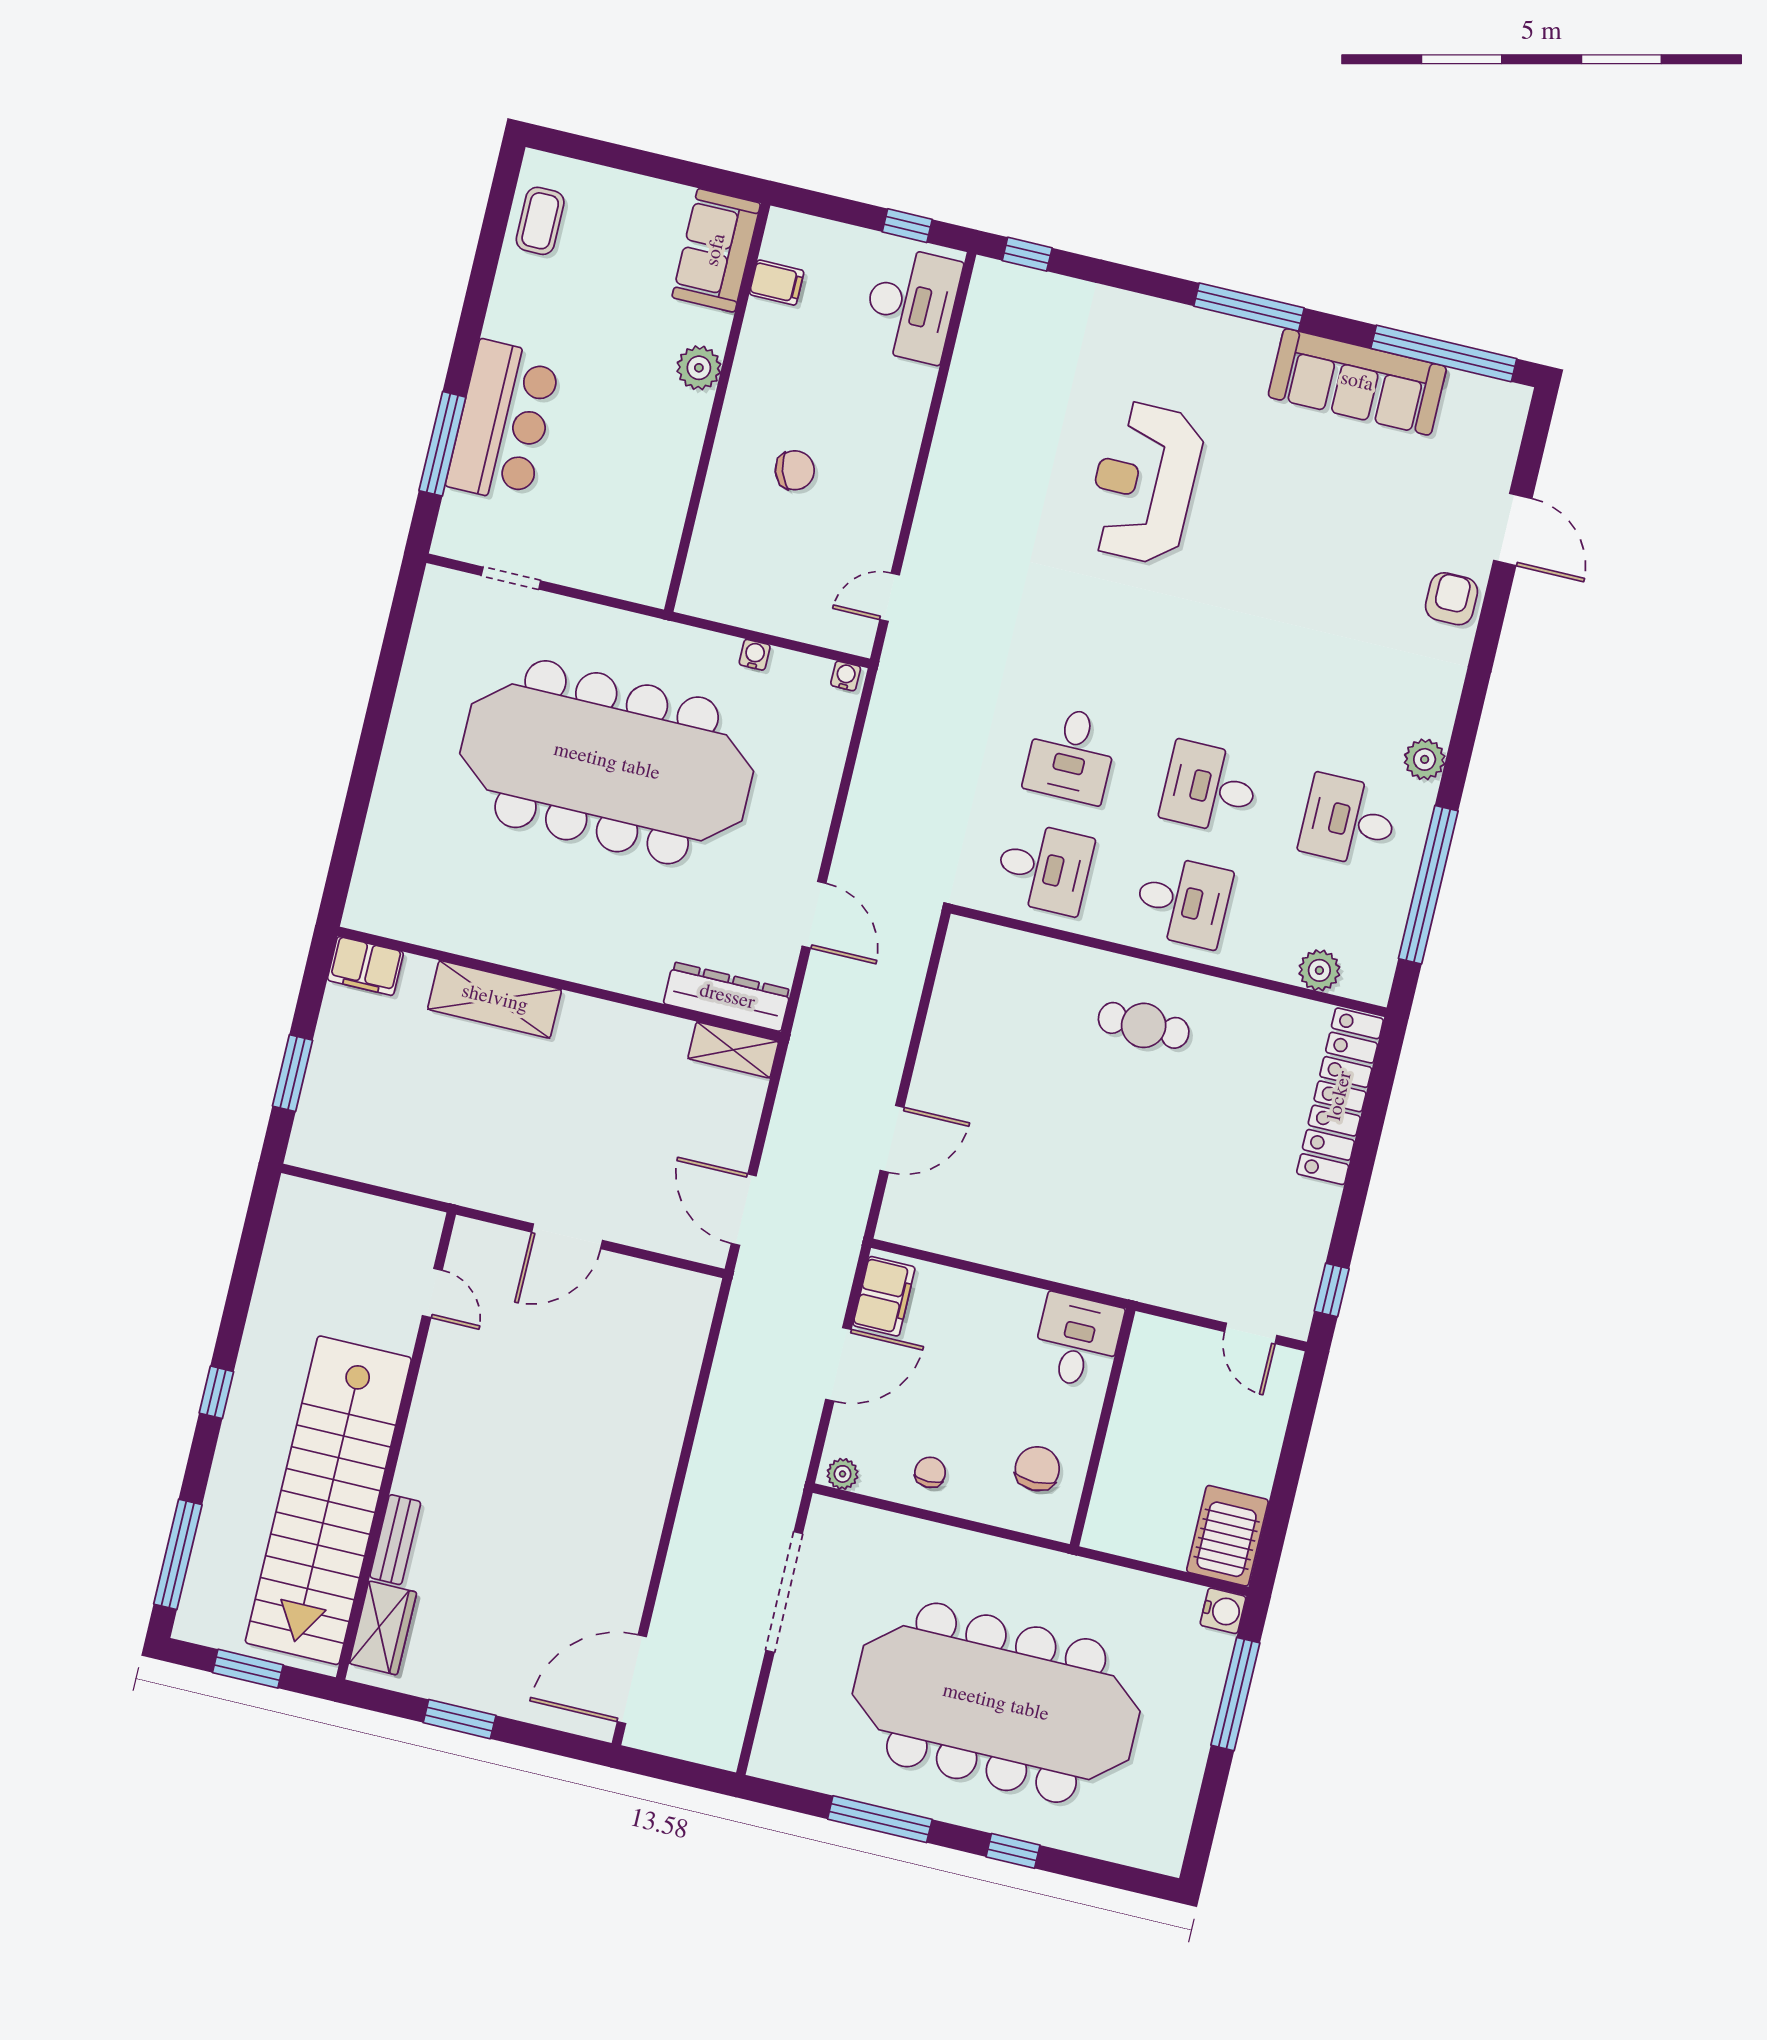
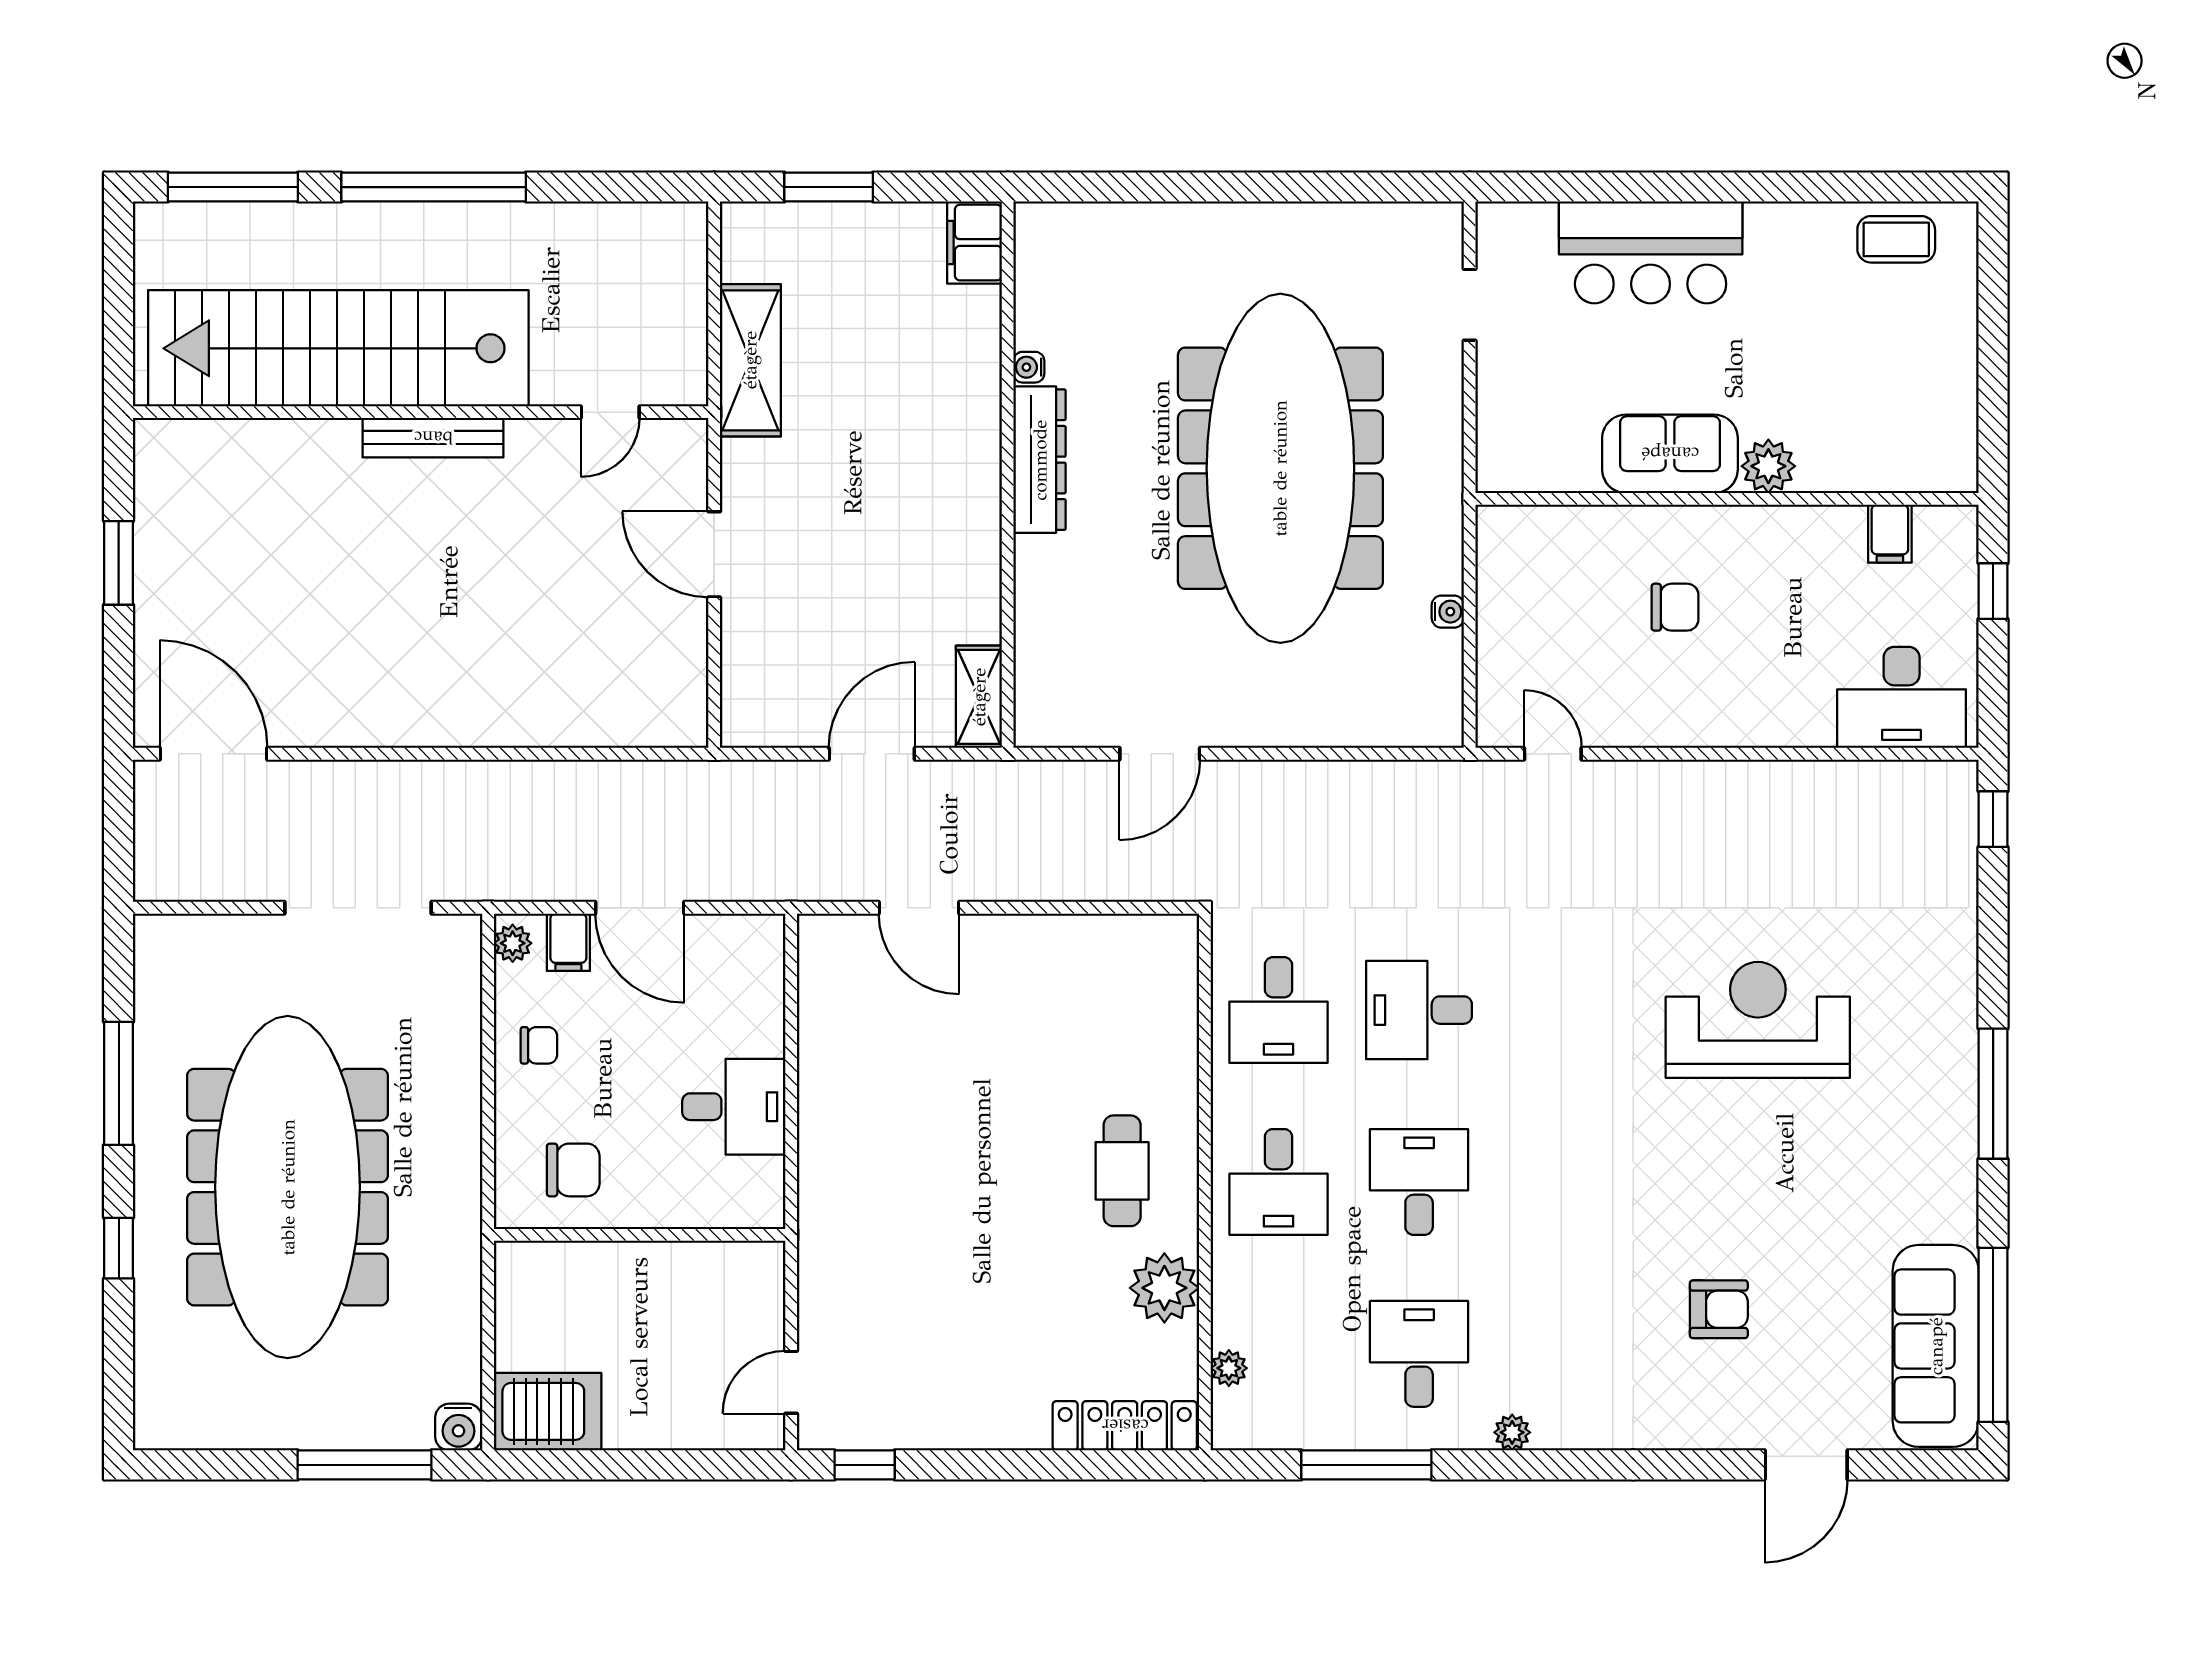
window: (907, 226) -> (1993, 591), moved
sofa: (716, 250) -> (1670, 454), moved
sofa: (1357, 382) -> (1936, 1346), moved
window: (442, 444) -> (1608, 187), removed
chair: (795, 470) -> (1675, 607), turned -72
armchair: (1451, 599) -> (1719, 1309), moved
water cooler: (846, 676) -> (1029, 367), moved, turned 180
plant: (1425, 759) -> (1512, 1432), width x0.73, depth x0.73
window: (1428, 885) -> (1366, 1465), width x0.68
plant: (1319, 970) -> (1229, 1368), width x0.73, depth x0.73
dresser: (727, 997) -> (1040, 460), moved
shelving: (495, 999) -> (750, 360), moved
plant: (1246, 1014) -> (1164, 1288), added
locker: (1340, 1096) -> (1125, 1426), width x0.71, depth x0.83
door: (744, 1210) -> (872, 754), moved
filing cabinet: (884, 1296) -> (568, 942), moved, width x0.50
desk: (1077, 1341) -> (734, 1107), moved
window: (216, 1392) -> (434, 187), width x3.17
bench: (395, 1540) -> (433, 438), moved, width x1.36
wardrobe: (383, 1628) -> (204, 448), removed
window: (248, 1669) -> (119, 301), removed

